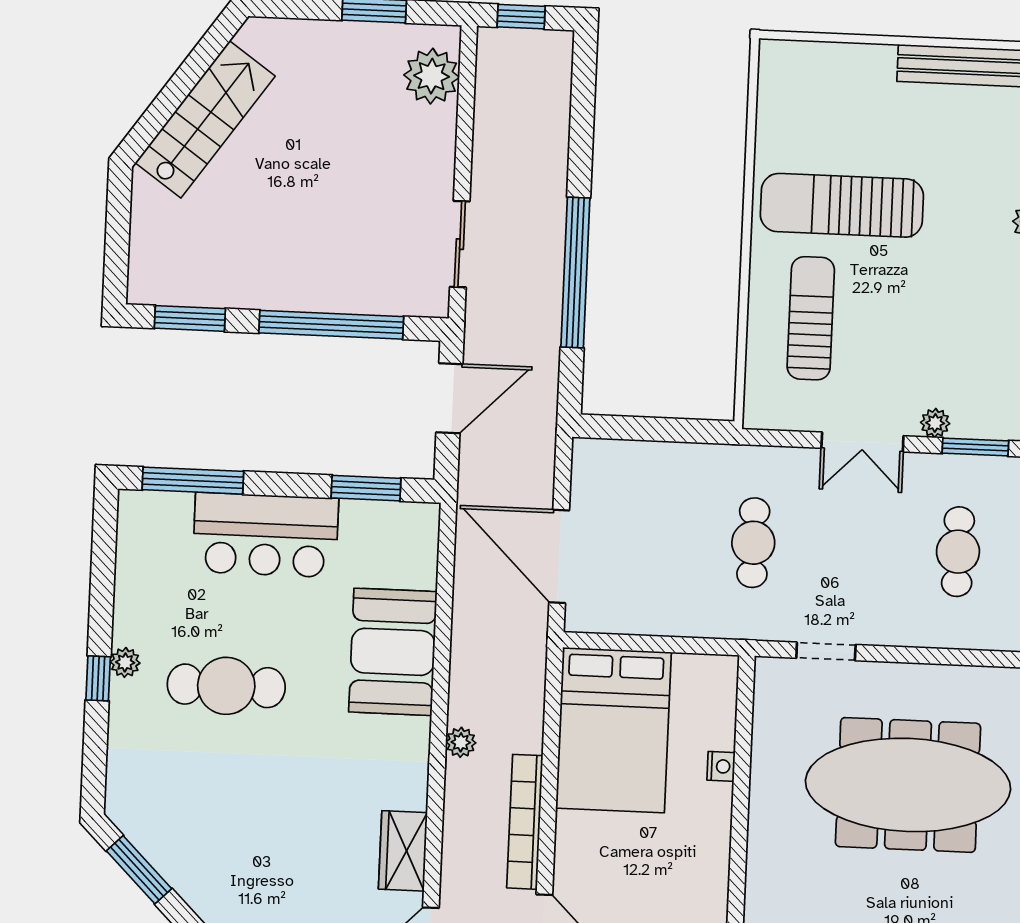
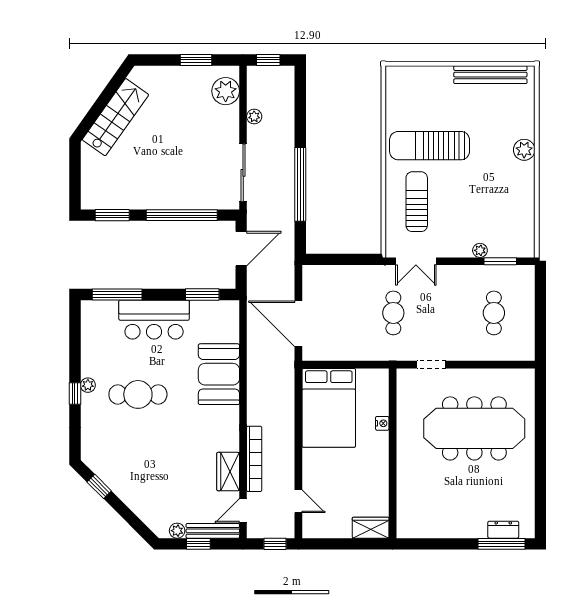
sliding door: (460, 244) -> (243, 173), width x1.37
double door: (862, 442) -> (416, 261), moved
plant: (461, 742) -> (254, 117), moved
bookcase: (525, 822) -> (254, 459), moved, turned 180
window: (139, 870) -> (99, 486), width x0.67

